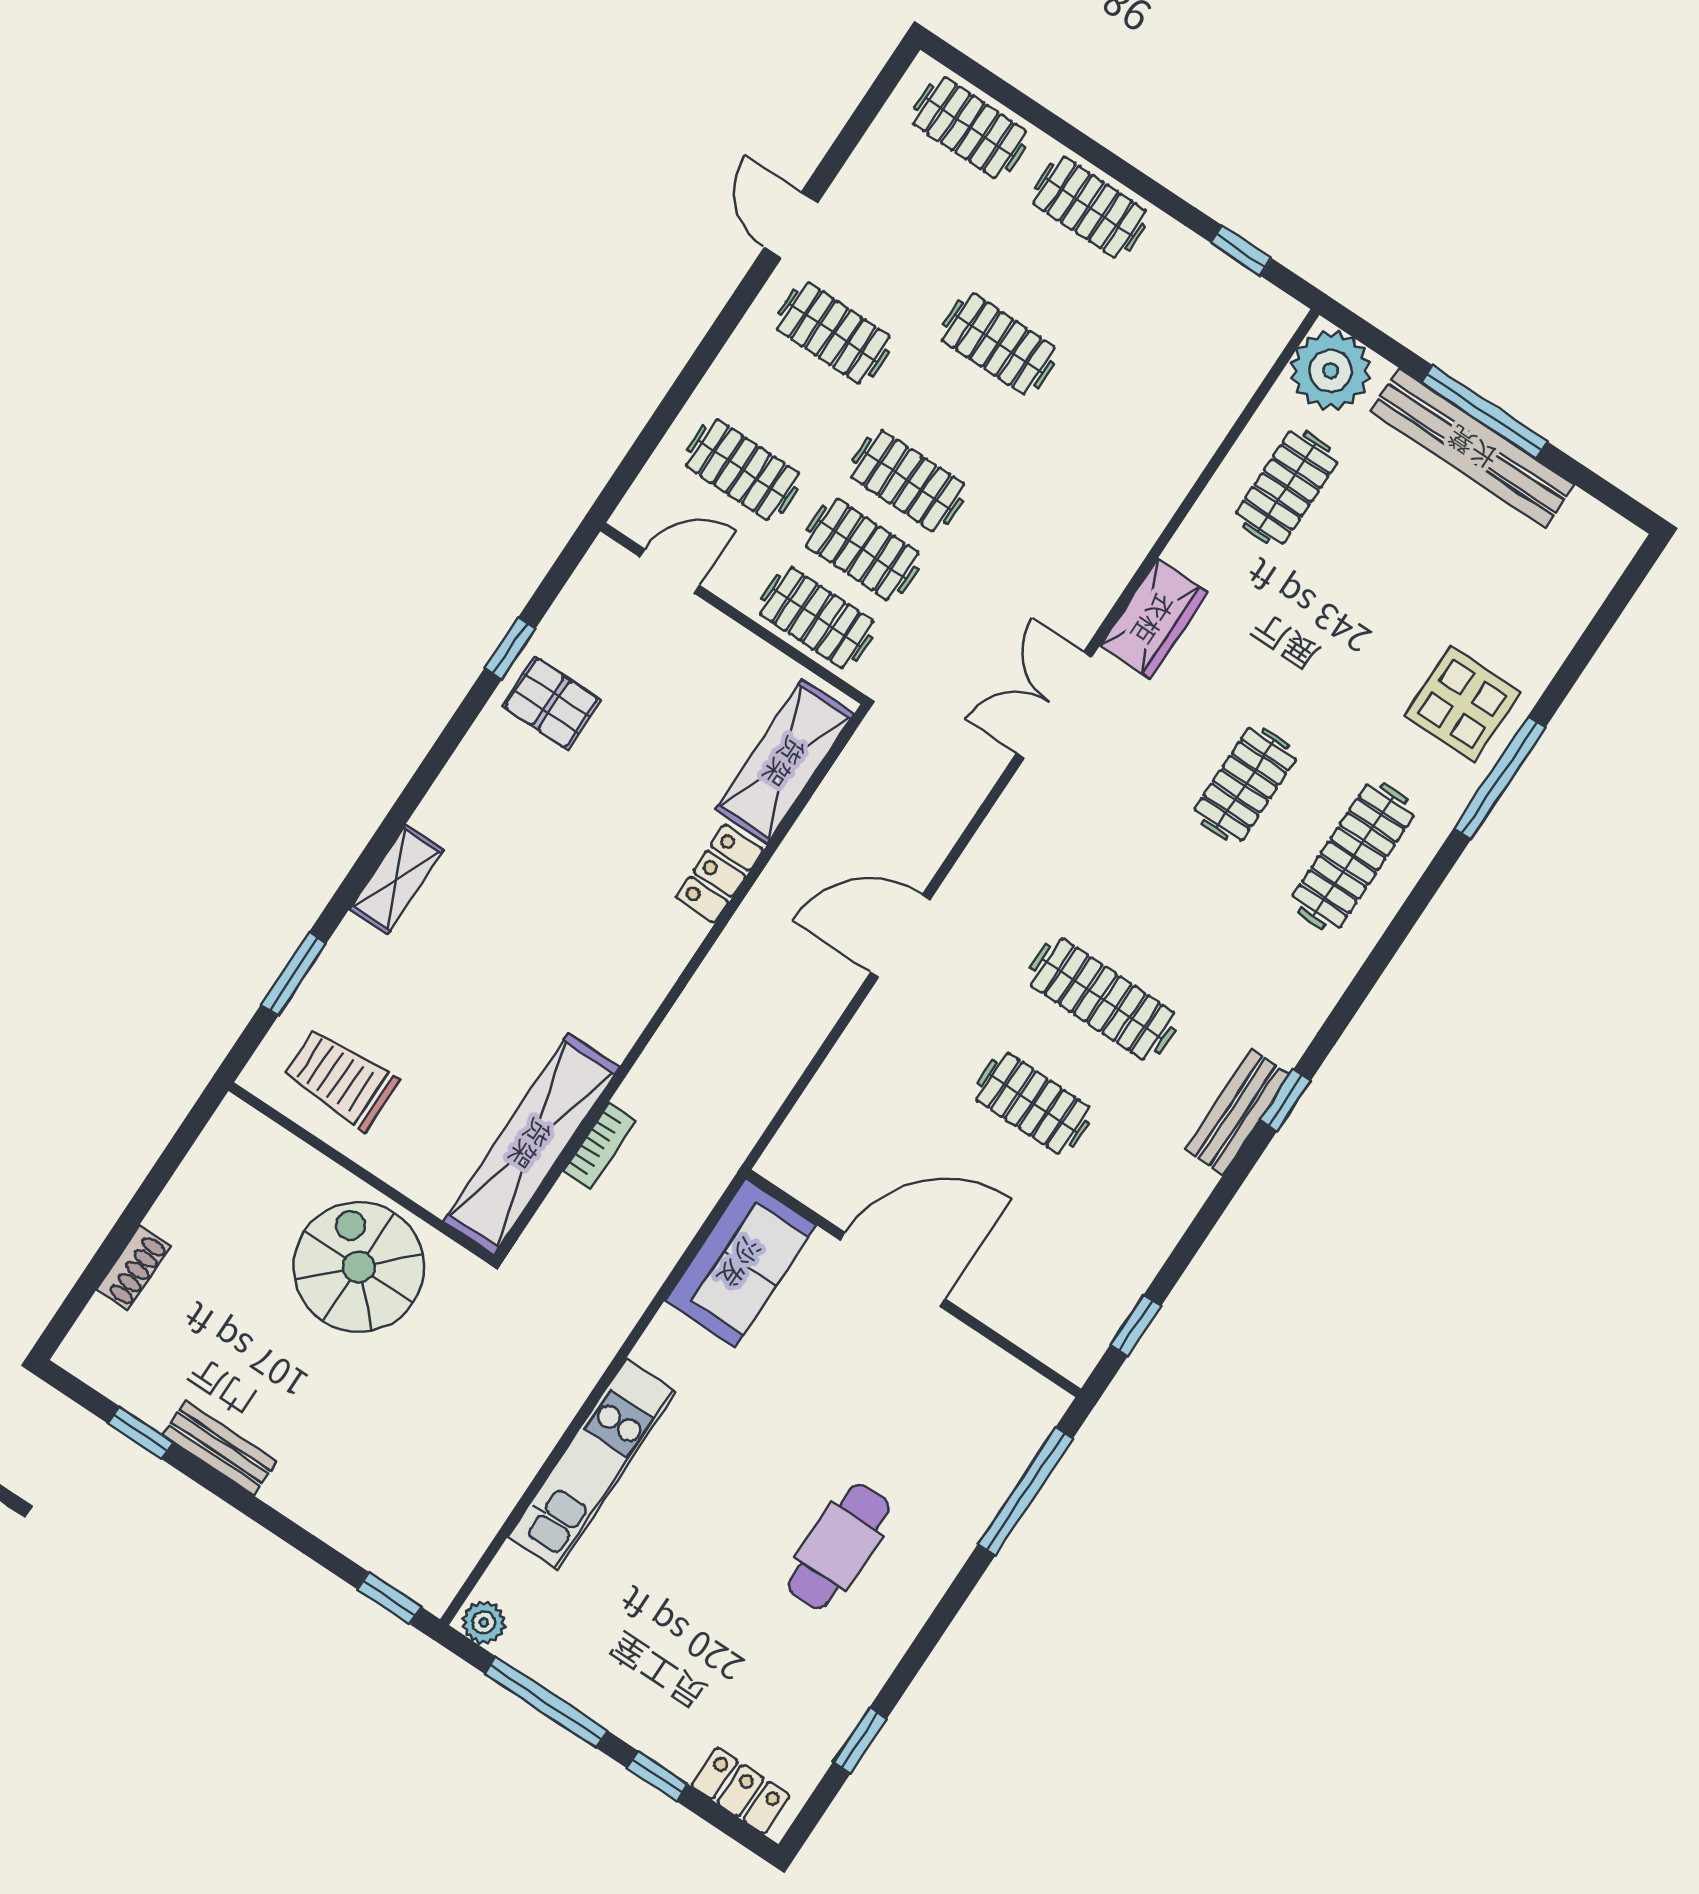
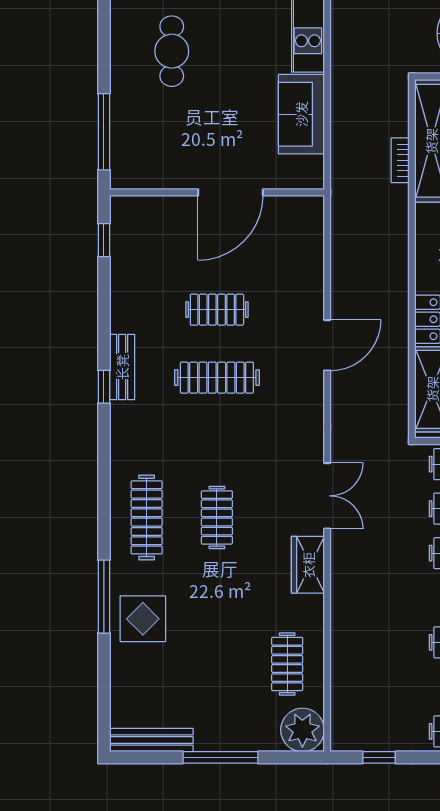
bench: (1472, 448) -> (151, 740), moved, width x0.73, depth x0.82
sofa: (740, 1263) -> (301, 114), moved

